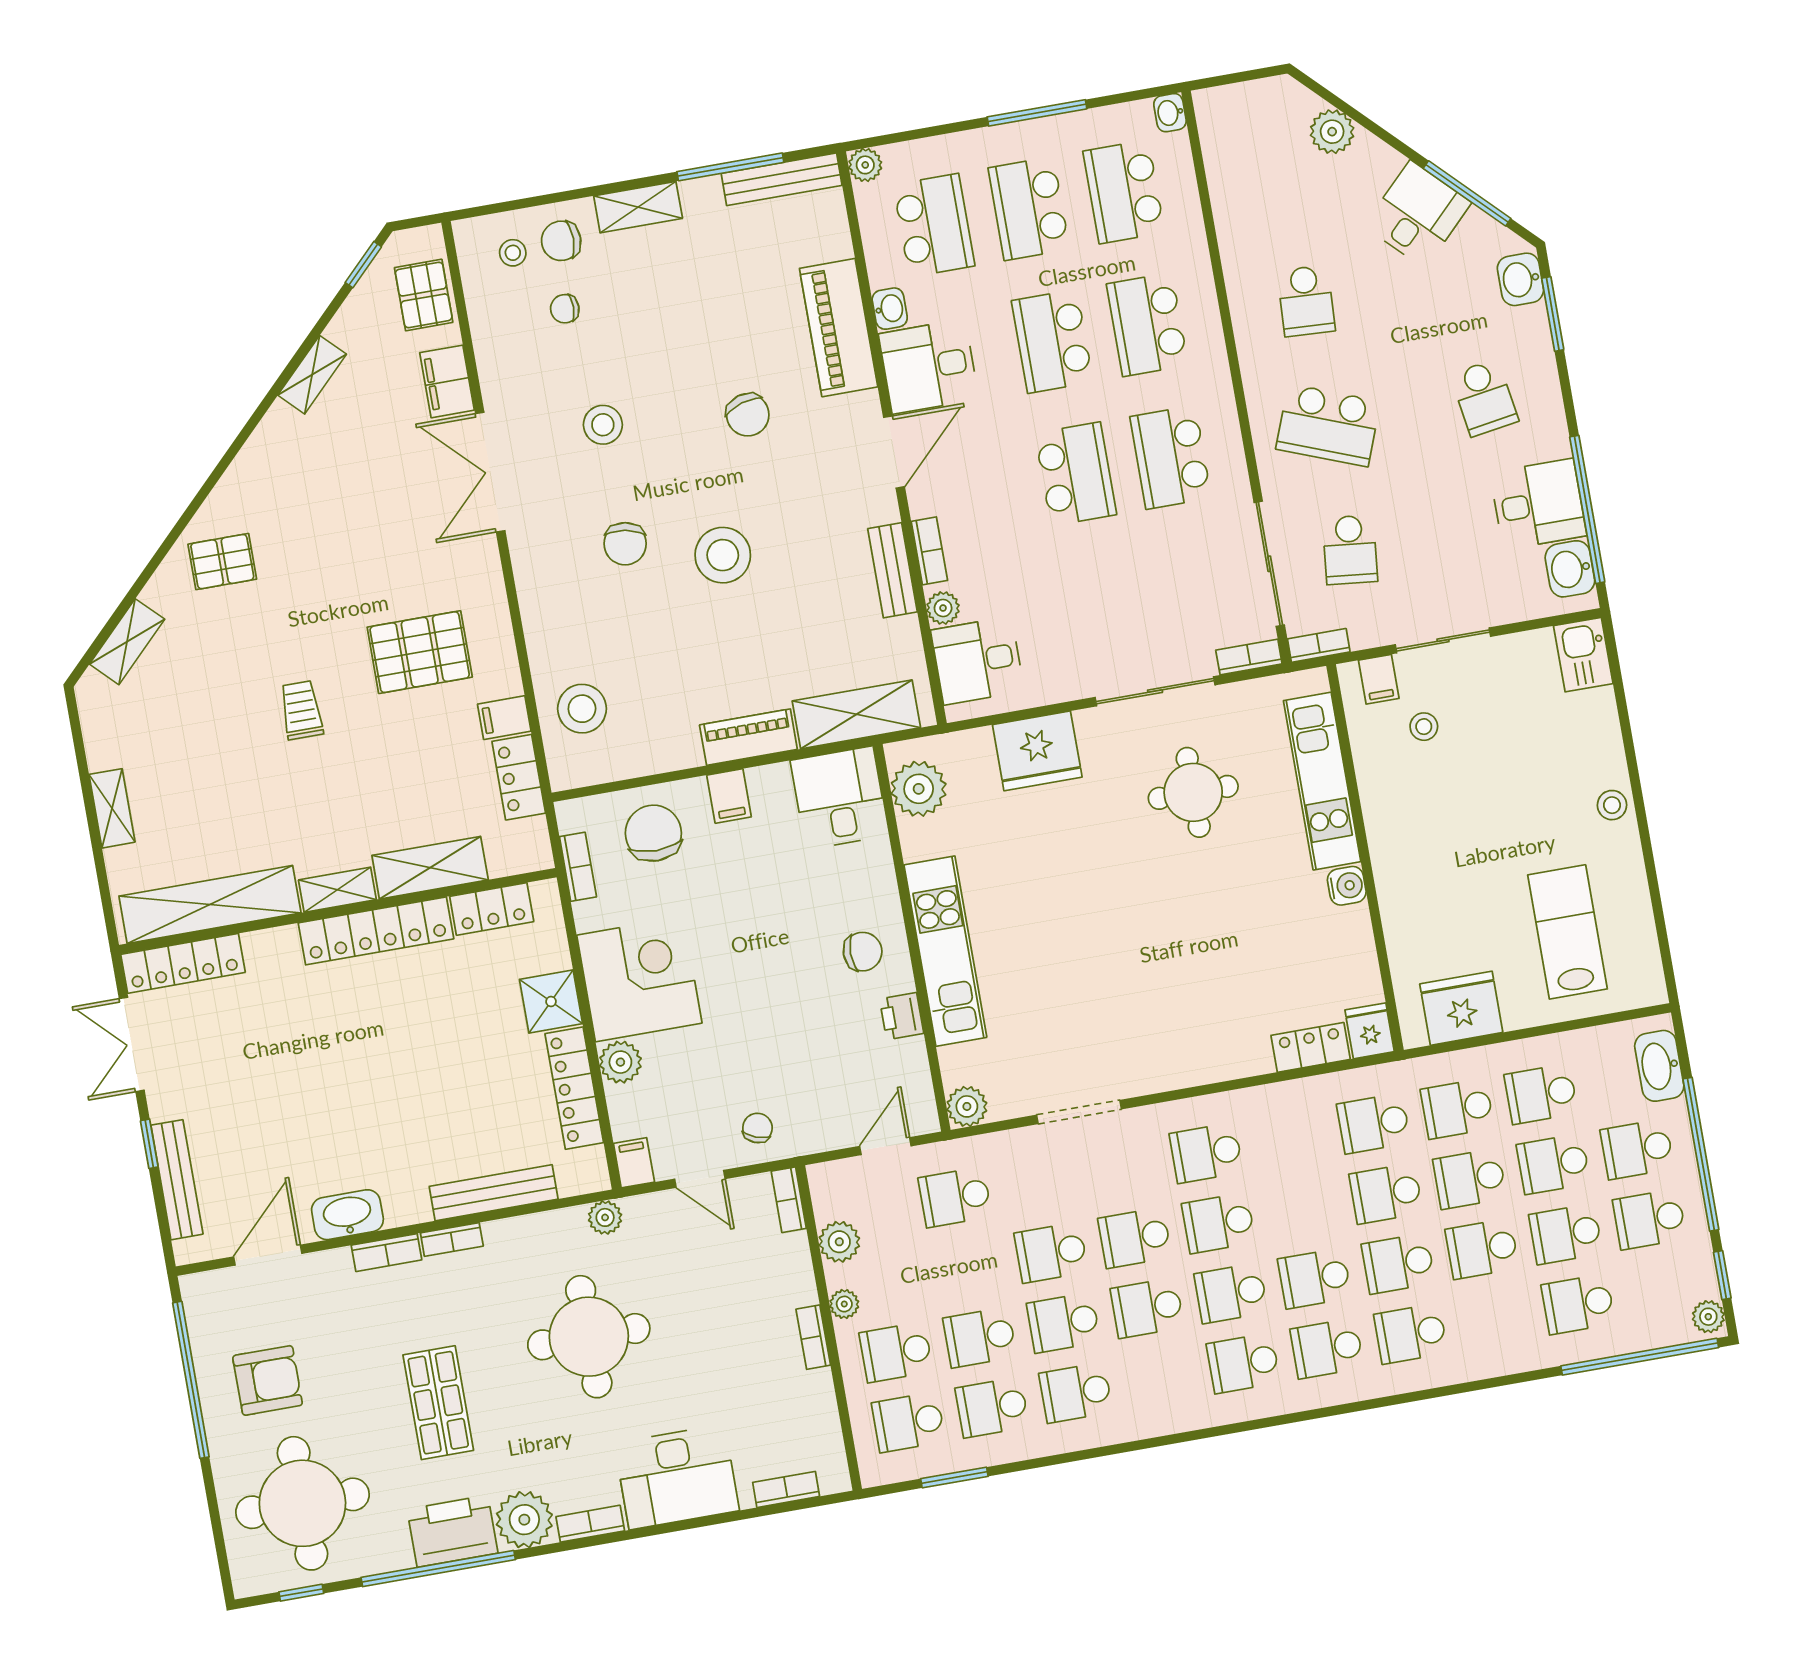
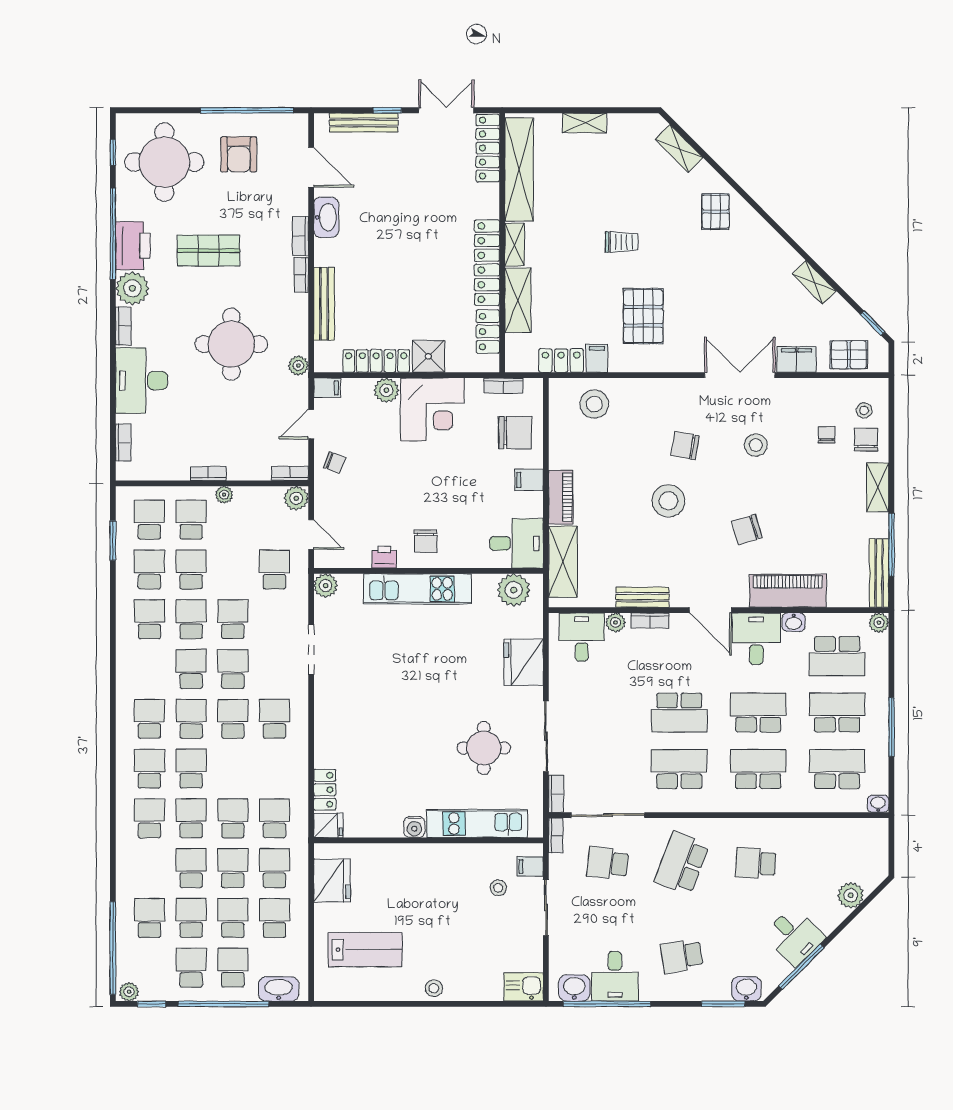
plant: (839, 1242) -> (296, 498), moved

